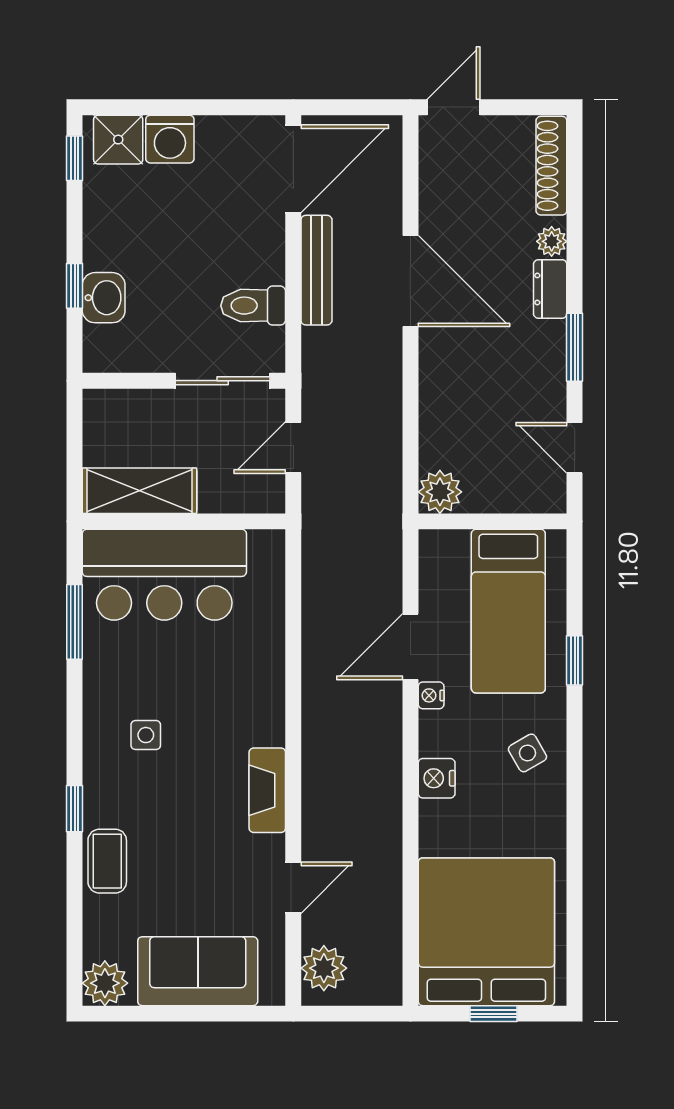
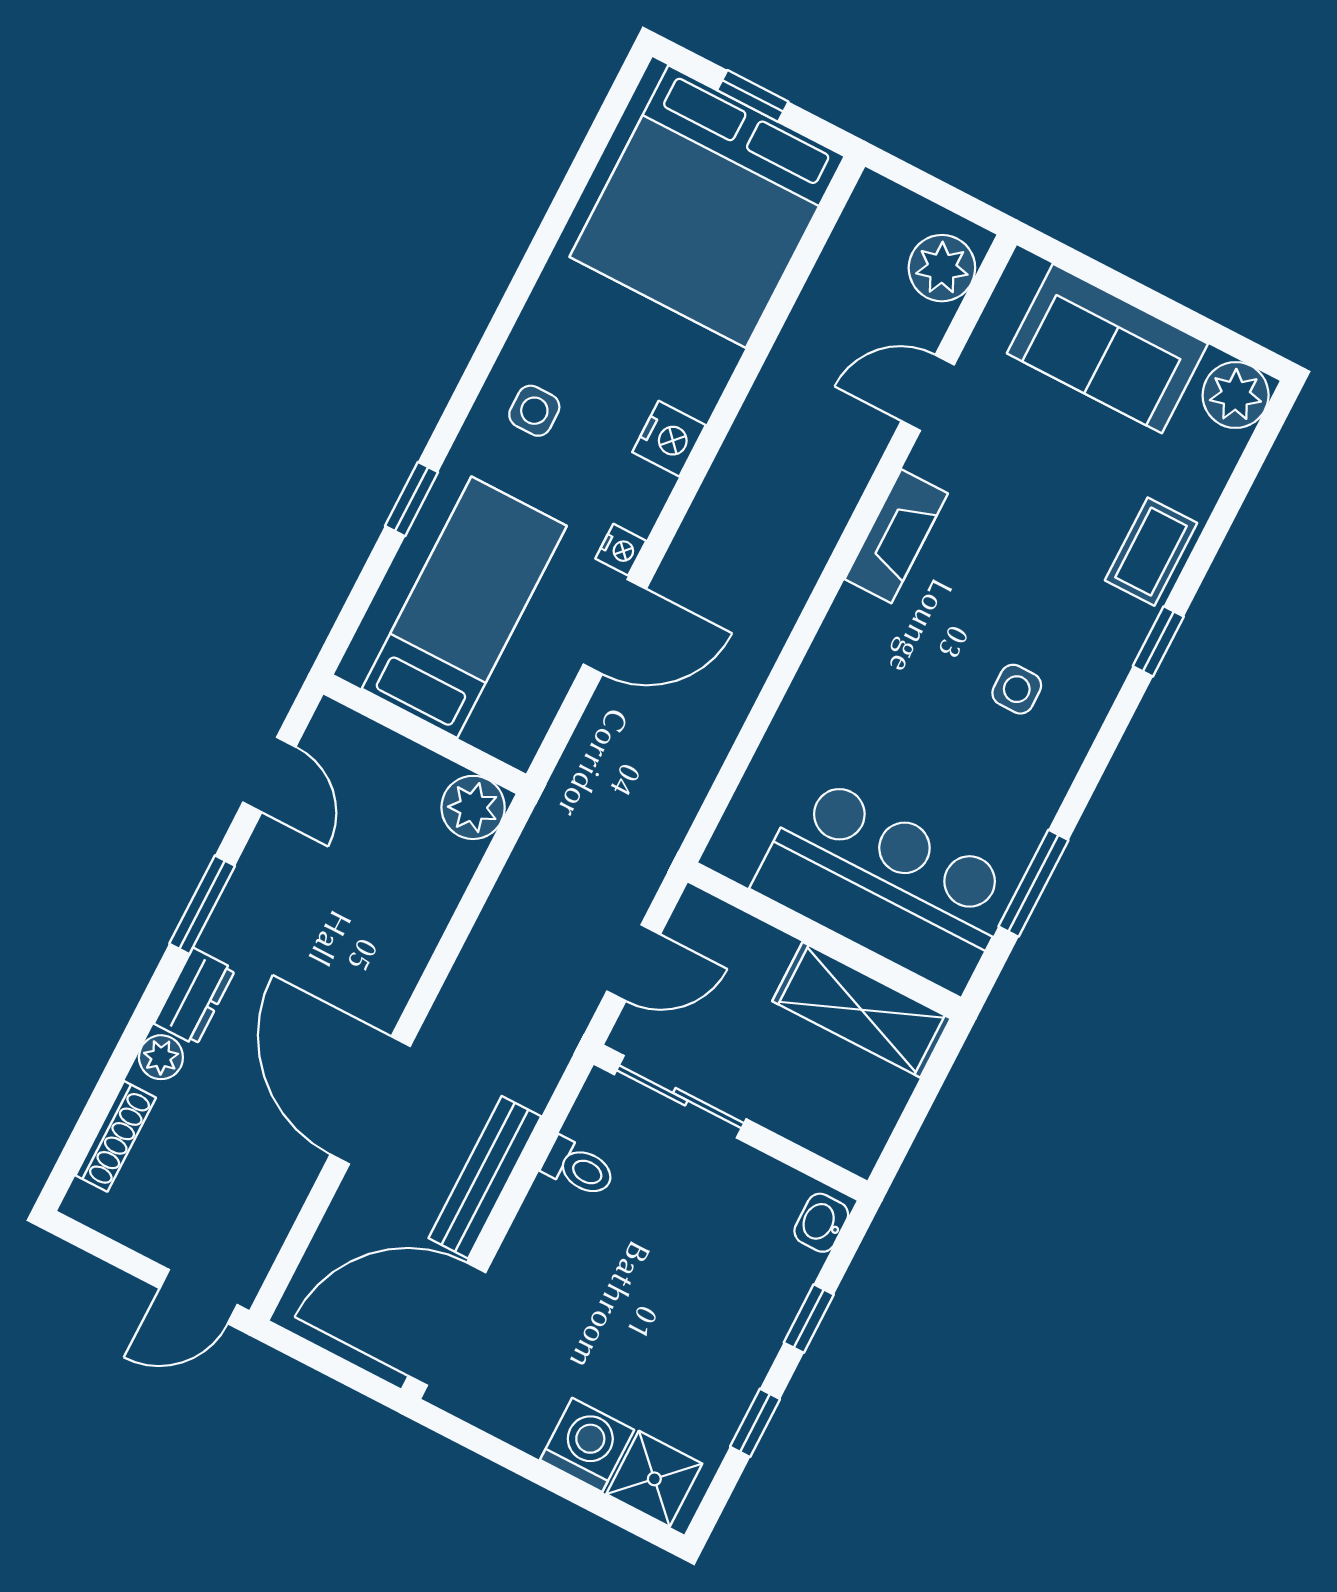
window: (75, 158) -> (755, 1423), moved
shoe rack: (551, 166) -> (116, 1136), width x0.74, depth x0.81
washbasin: (104, 298) -> (821, 1223), moved, width x0.72, depth x0.69
toilet: (253, 306) -> (579, 1168), width x0.73, depth x0.72
side table: (527, 753) -> (534, 411), turned 30

